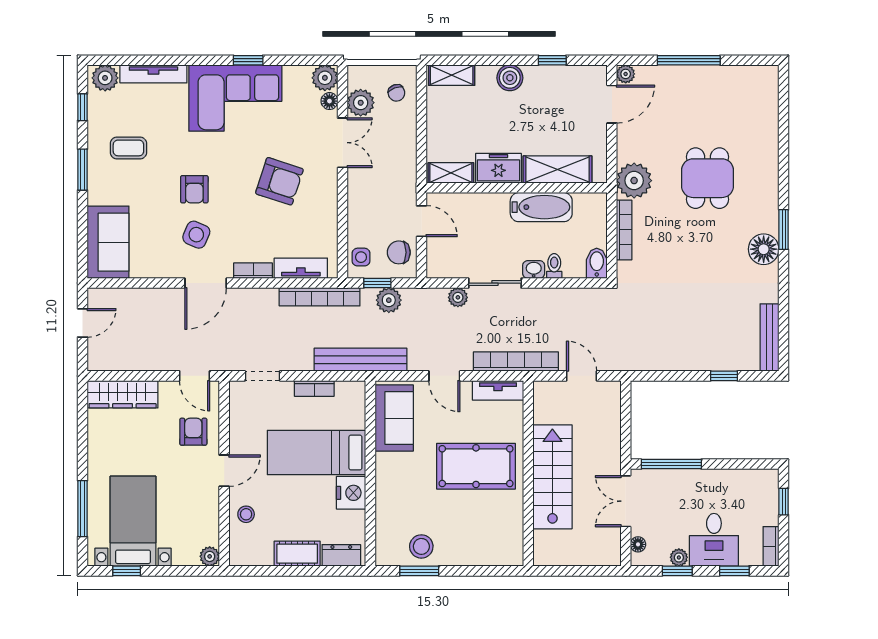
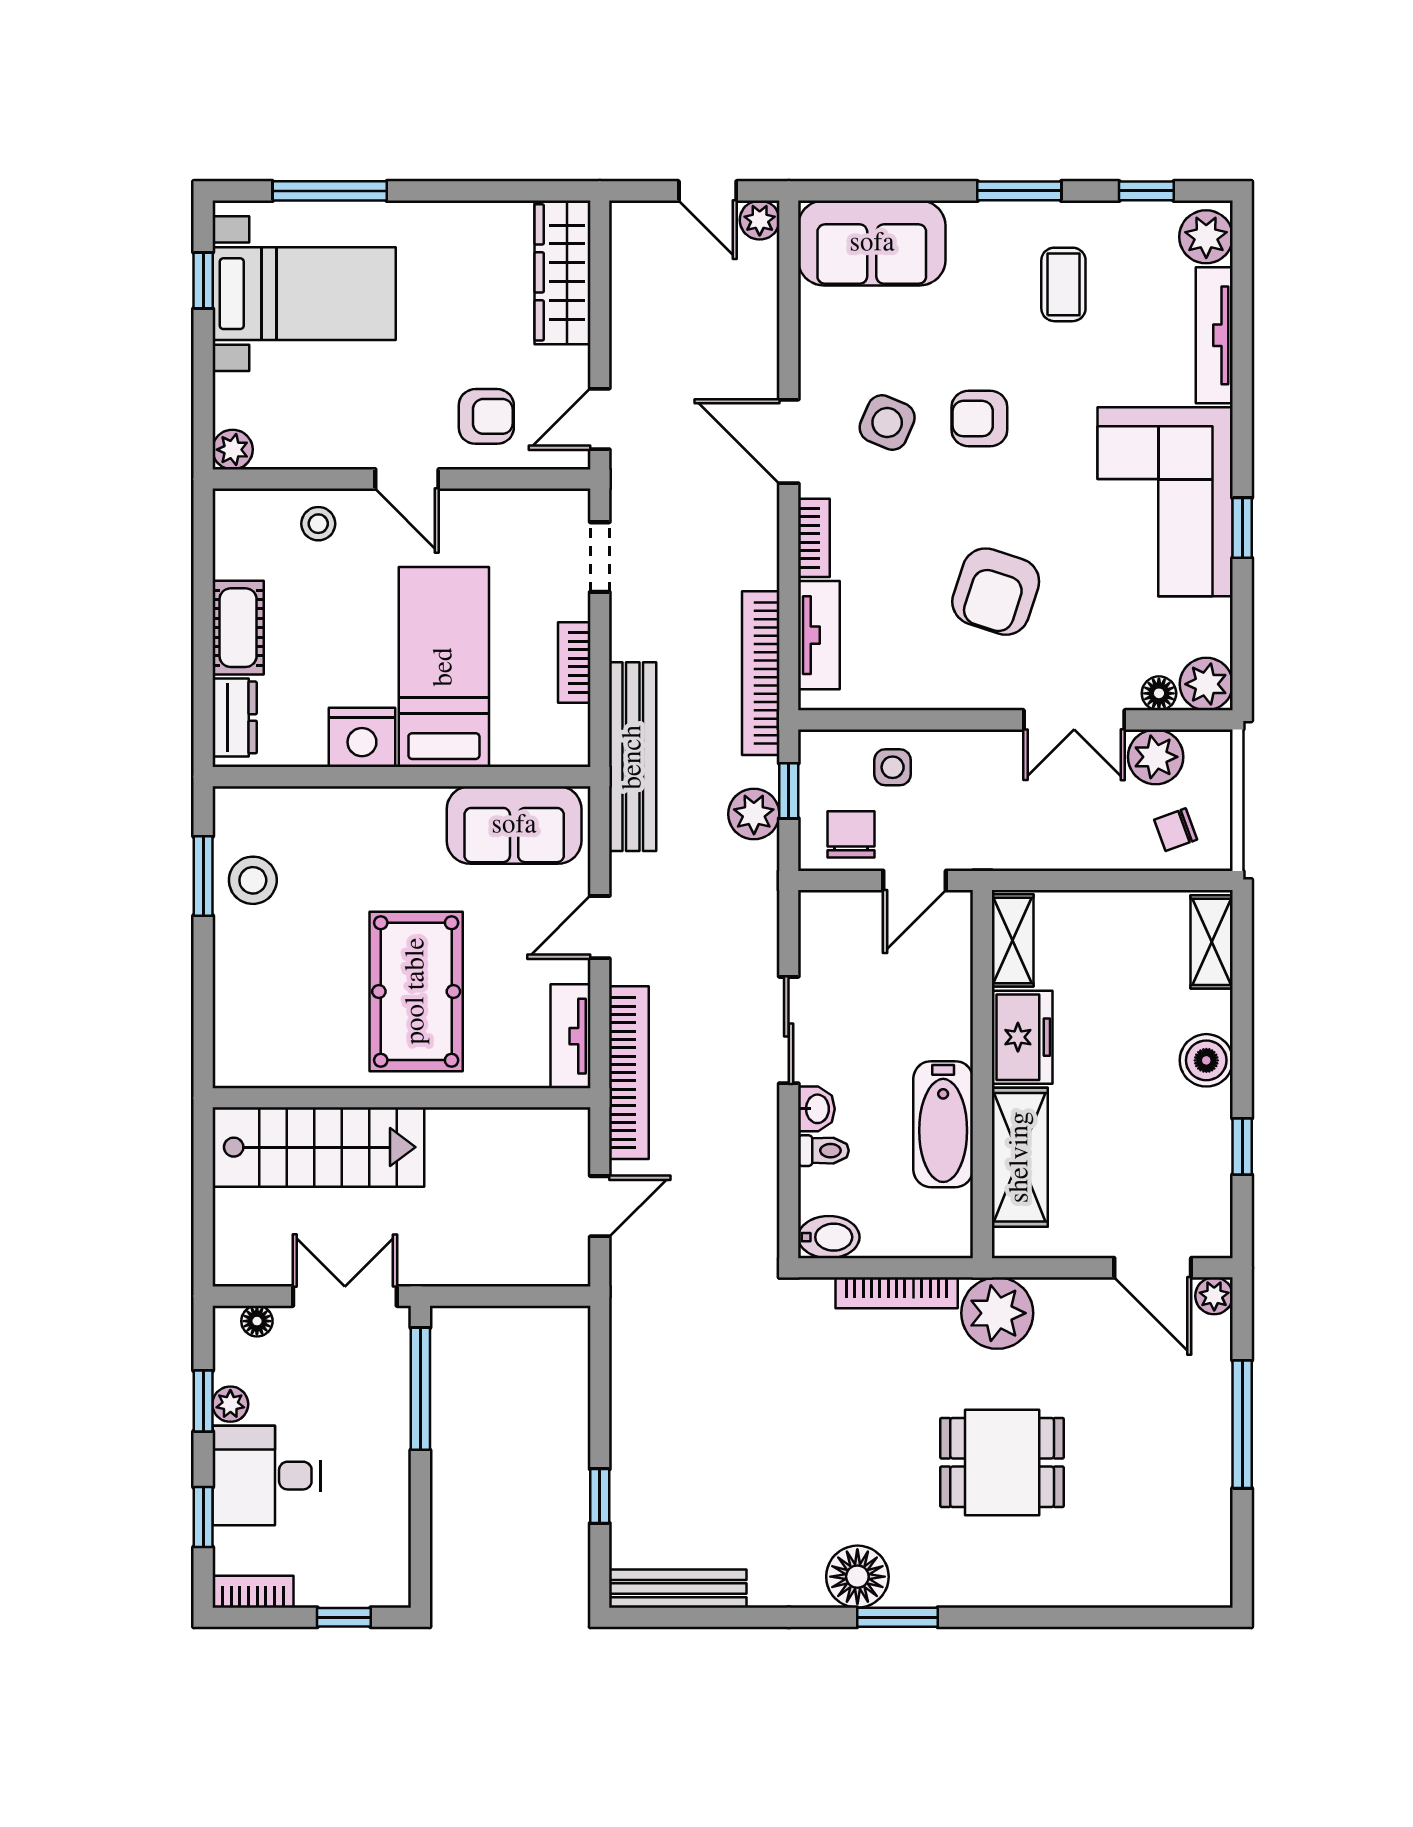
side table: (361, 257) -> (893, 767), moved
plant: (458, 297) -> (760, 220), moved
stairs: (552, 477) -> (318, 1147), moved

